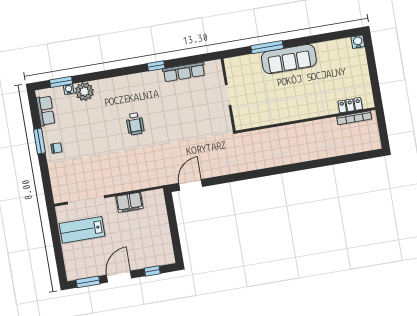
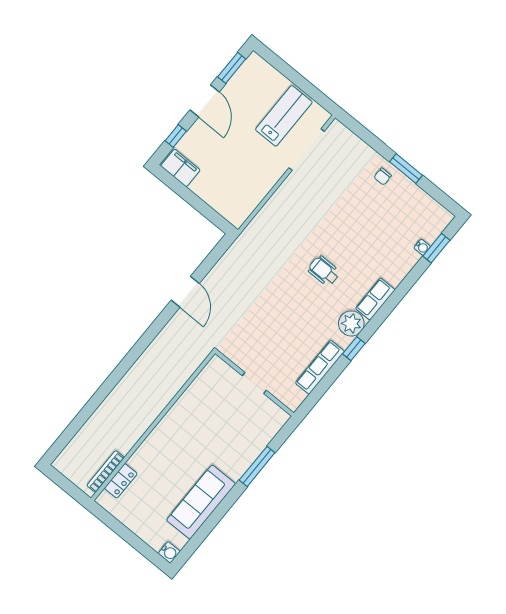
sofa: (289, 59) -> (201, 502), moved
plant: (84, 91) -> (351, 323), moved
row of seats: (46, 111) -> (375, 299), moved, turned 90
door: (191, 185) -> (185, 292), moved
filing cabinet: (129, 202) -> (180, 168), moved, turned 90

